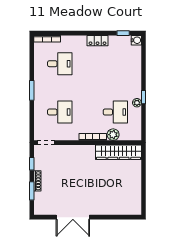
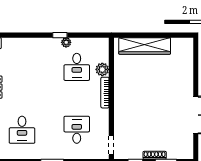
desk: (60, 64) -> (22, 130), turned 180
desk: (115, 112) -> (77, 67), turned 180
wardrobe: (118, 152) -> (145, 46), moved, turned 90

